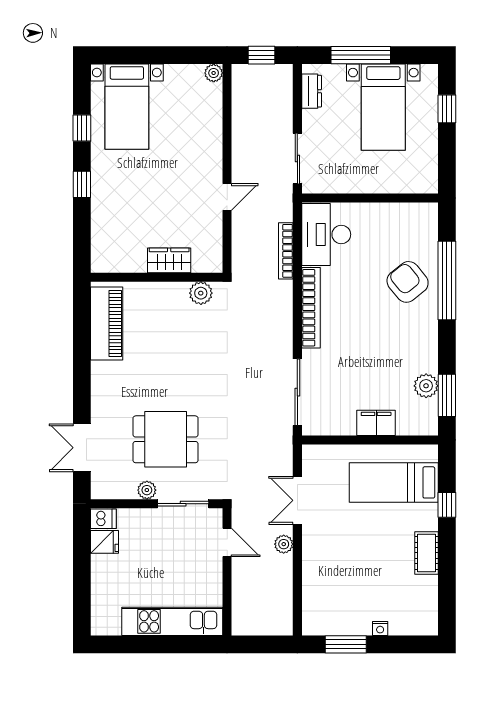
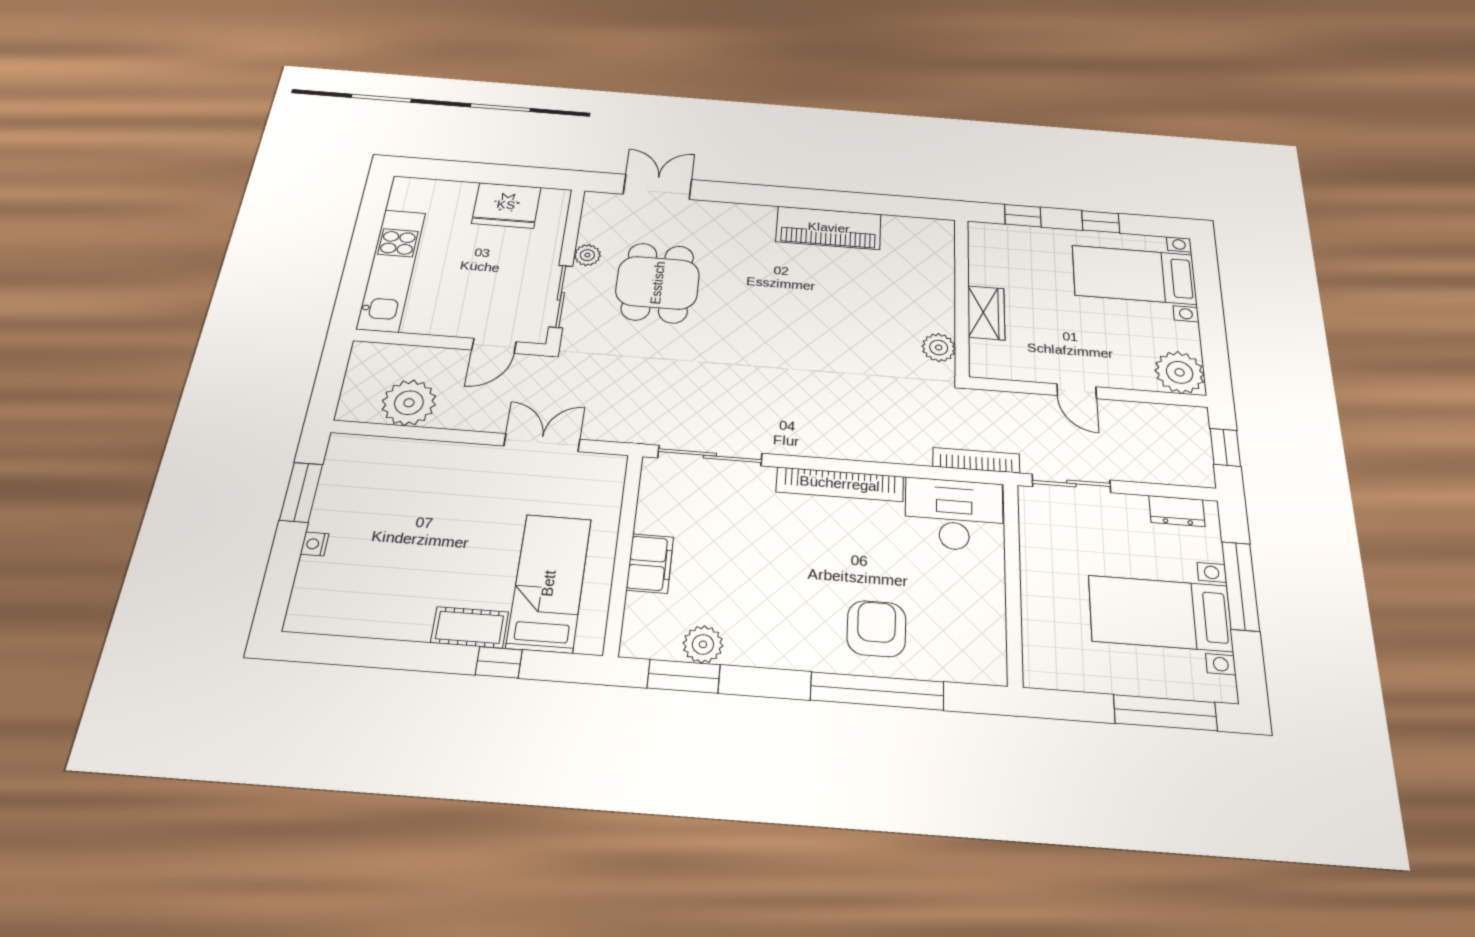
plant: (214, 73) -> (1180, 372), width x1.88, depth x1.88
window: (447, 109) -> (1165, 713), width x2.17
door: (227, 197) -> (1077, 391), moved
bookcase: (286, 251) -> (976, 460), moved
wardrobe: (169, 260) -> (986, 313), moved
wall: (157, 277) -> (962, 296), moved
armchair: (408, 282) -> (876, 629), turned -51
plant: (201, 293) -> (939, 348), moved
dishwasher: (103, 519) -> (555, 203), removed
fridge: (105, 542) -> (506, 205), width x1.88, depth x1.34
plant: (284, 544) -> (409, 403), moved, width x1.88, depth x1.88
cot: (426, 553) -> (470, 627), moved

